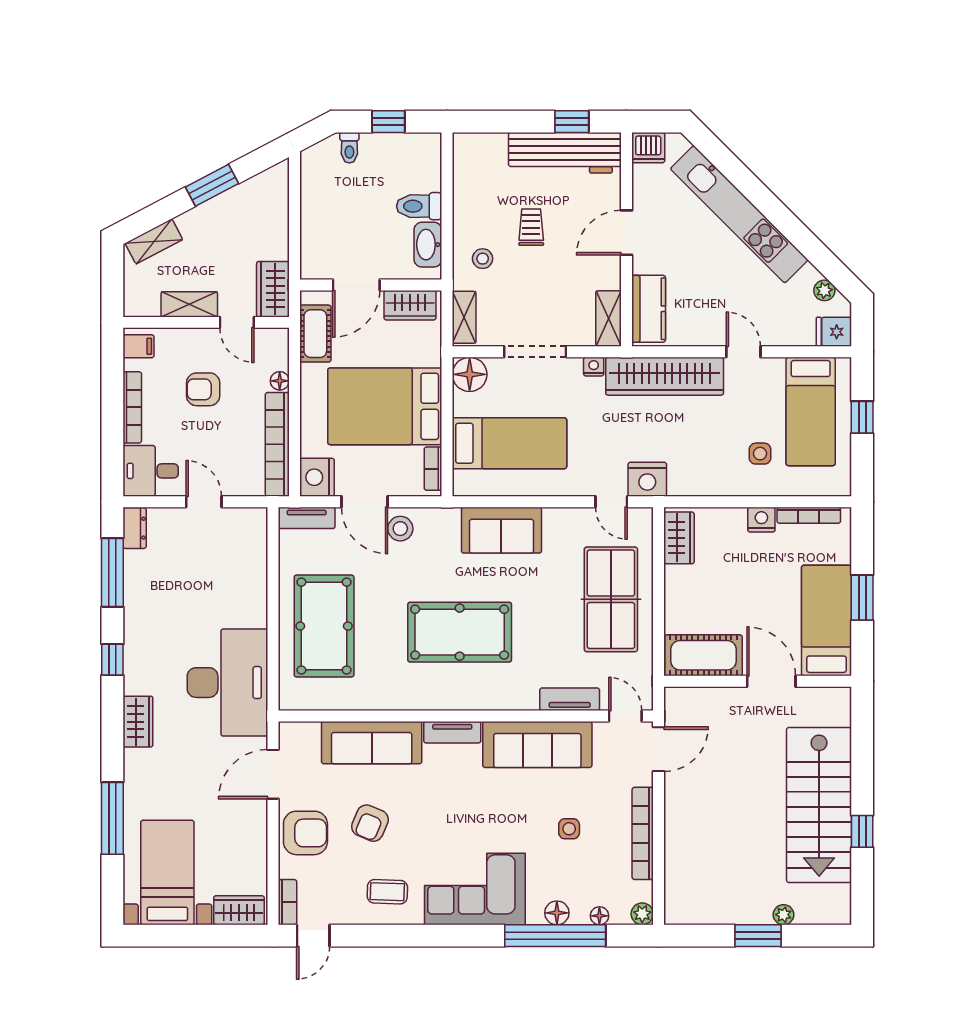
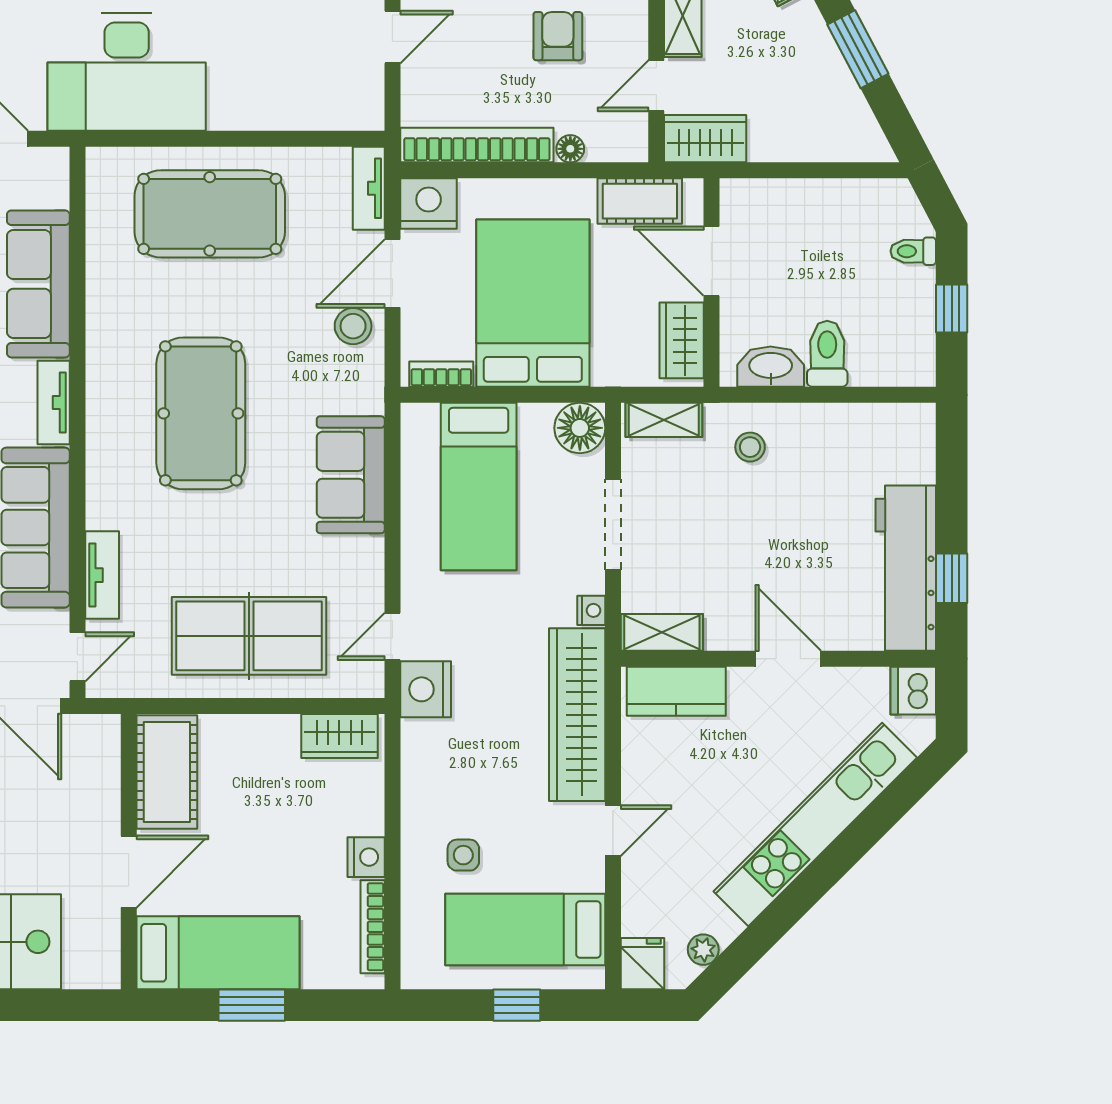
trolley: (531, 227) -> (796, 519), removed

